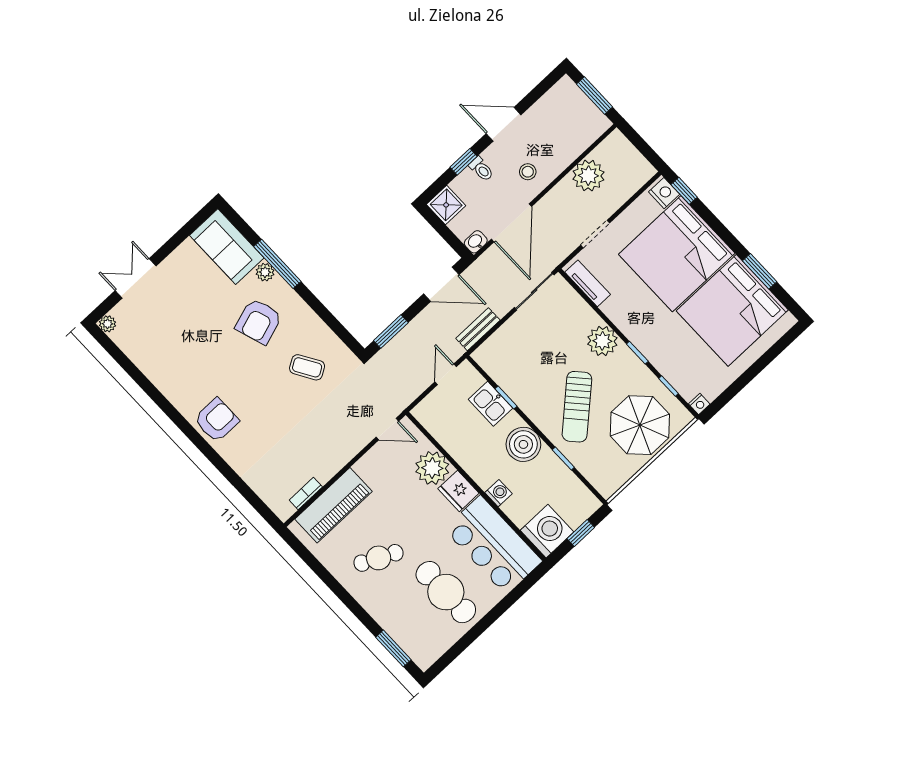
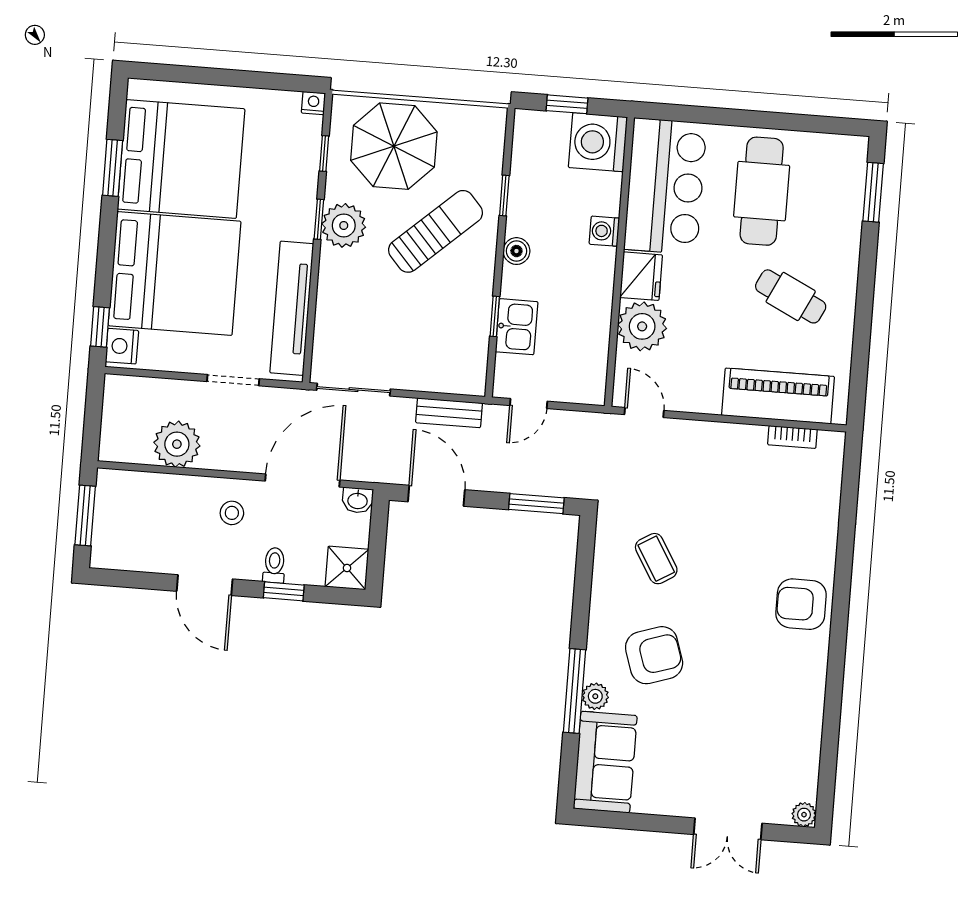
tv unit: (588, 283) -> (292, 308), width x1.92, depth x1.29
plant: (602, 341) -> (344, 225), moved
boiler: (523, 444) -> (516, 251), width x0.54, depth x0.54

